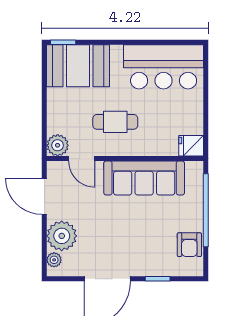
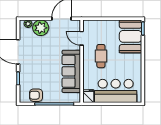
bar counter: (164, 67) -> (116, 91), moved, turned 90
plant: (58, 145) -> (89, 26), removed
door: (82, 159) -> (82, 38), hinge flipped

